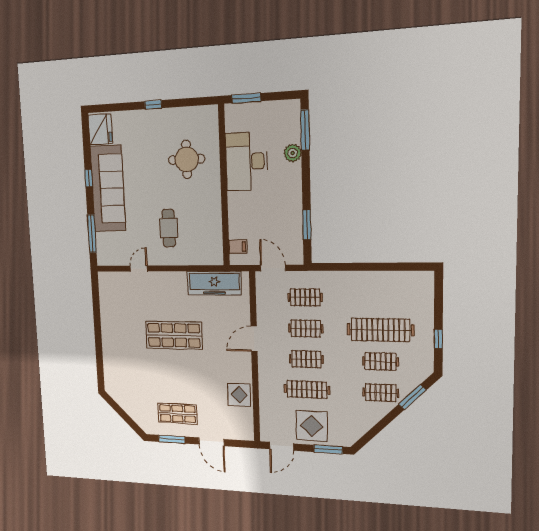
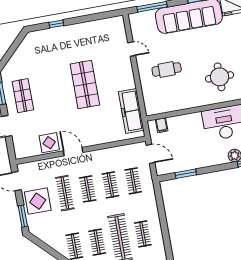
door: (273, 268) -> (150, 154), hinge flipped
clothes rail: (380, 298) -> (143, 234), added
door: (254, 339) -> (73, 152), moved
window: (99, 355) -> (56, 24), added

